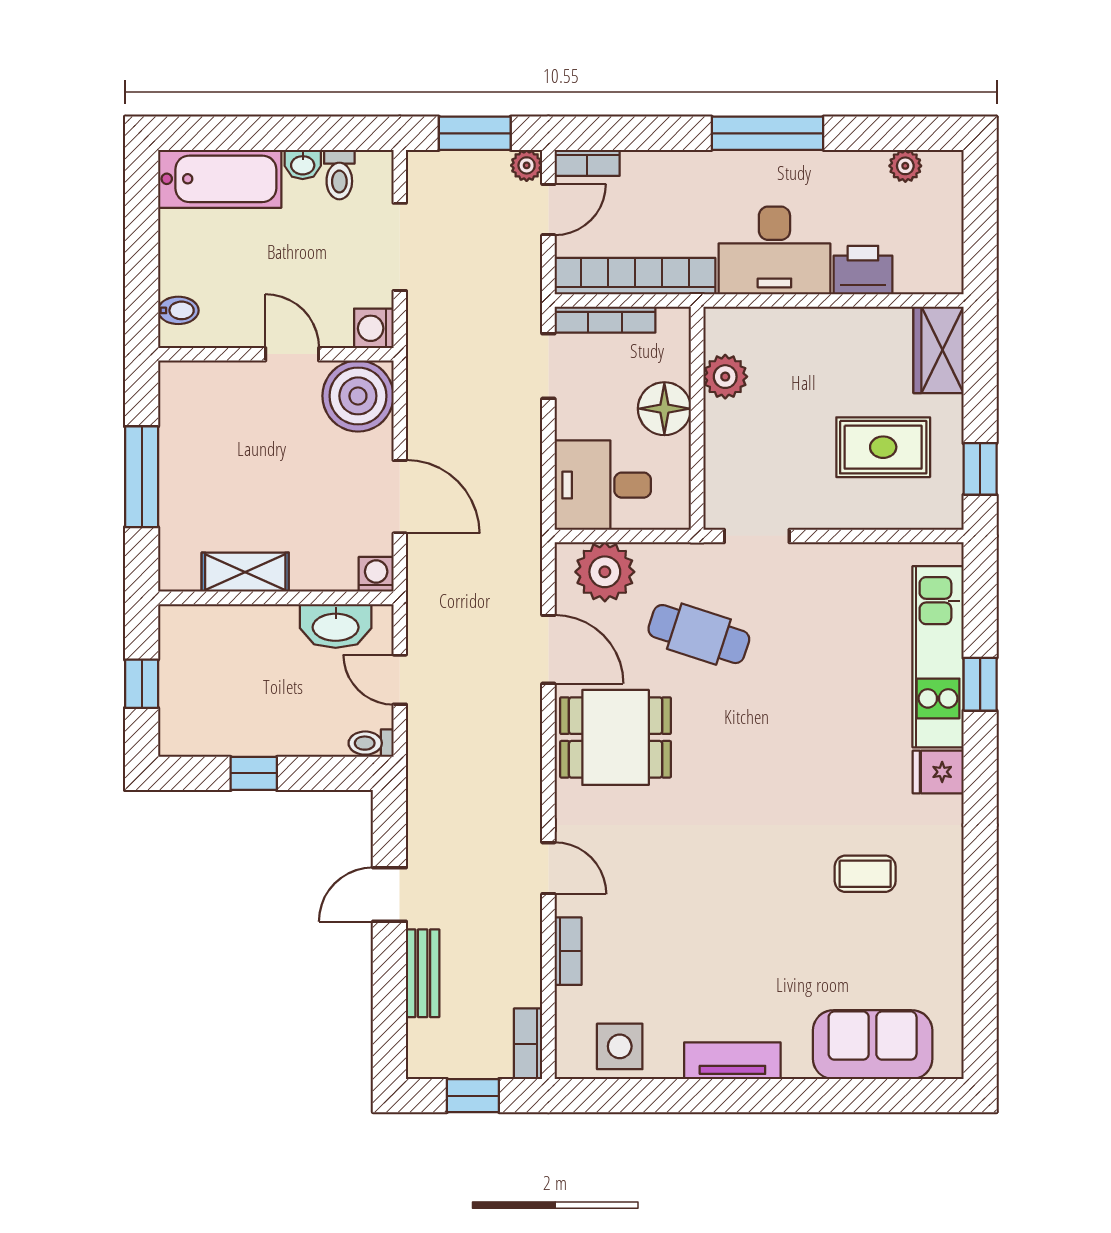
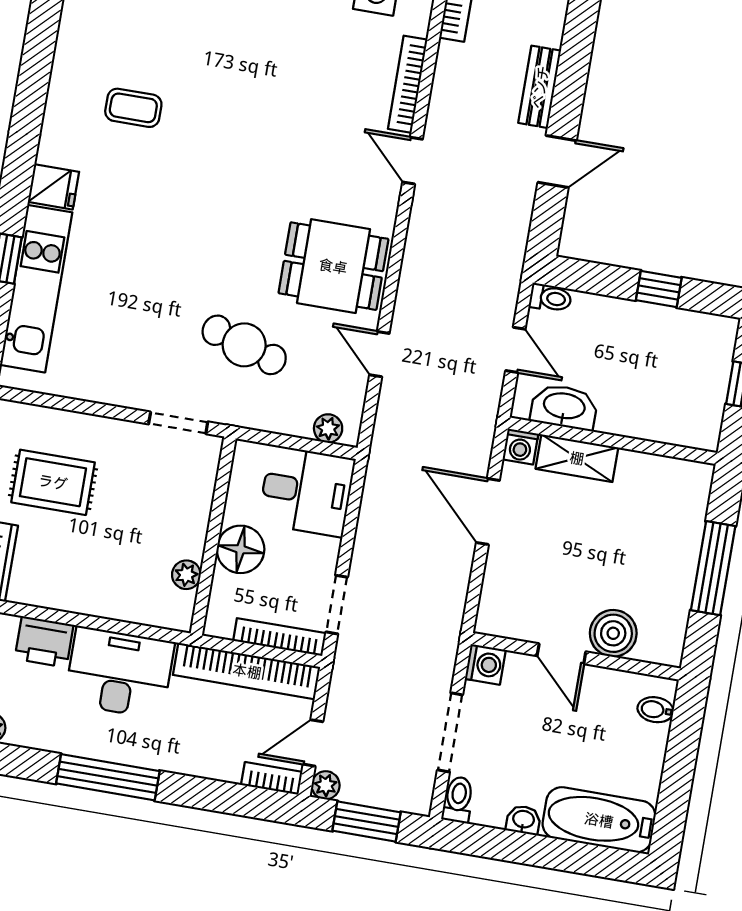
toilet: (339, 175) -> (458, 800), moved
plant: (725, 377) -> (186, 575), width x0.73, depth x0.73
boiler: (358, 396) -> (613, 633), moved, width x0.73, depth x0.73
shelving: (245, 572) -> (577, 458), moved
plant: (605, 572) -> (328, 428), width x0.53, depth x0.53
door: (548, 649) -> (379, 354), width x0.73
bookcase: (568, 951) -> (408, 84), width x1.56

